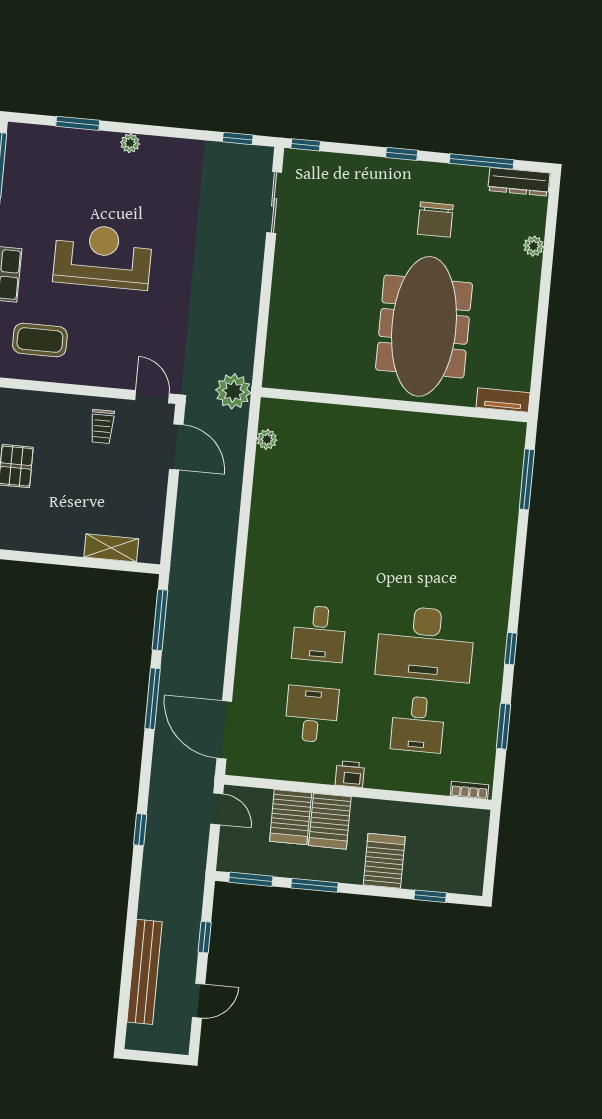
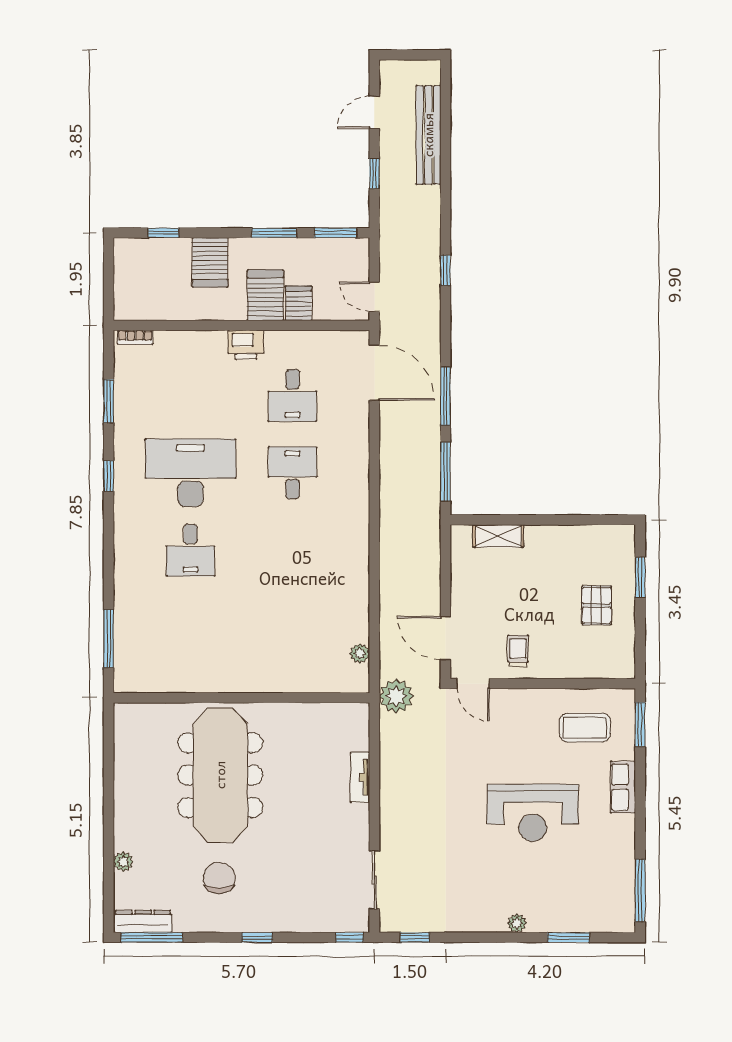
window: (482, 161) -> (152, 937), moved
tv unit: (503, 400) -> (360, 777), moved, turned 90
desk: (418, 724) -> (190, 550), moved, turned 180
printer: (350, 774) -> (246, 345), width x1.36, depth x1.24
server rack: (291, 817) -> (298, 303), width x0.73, depth x0.70

